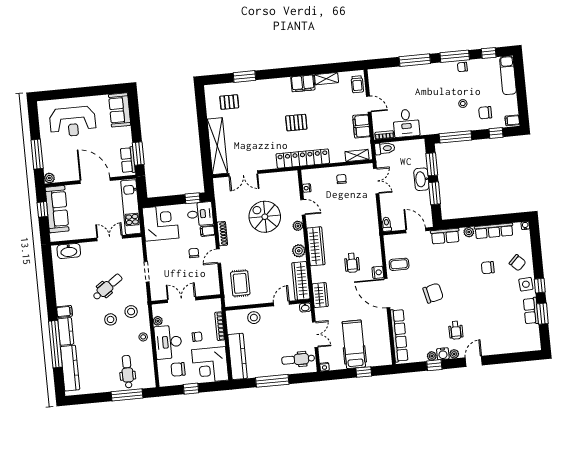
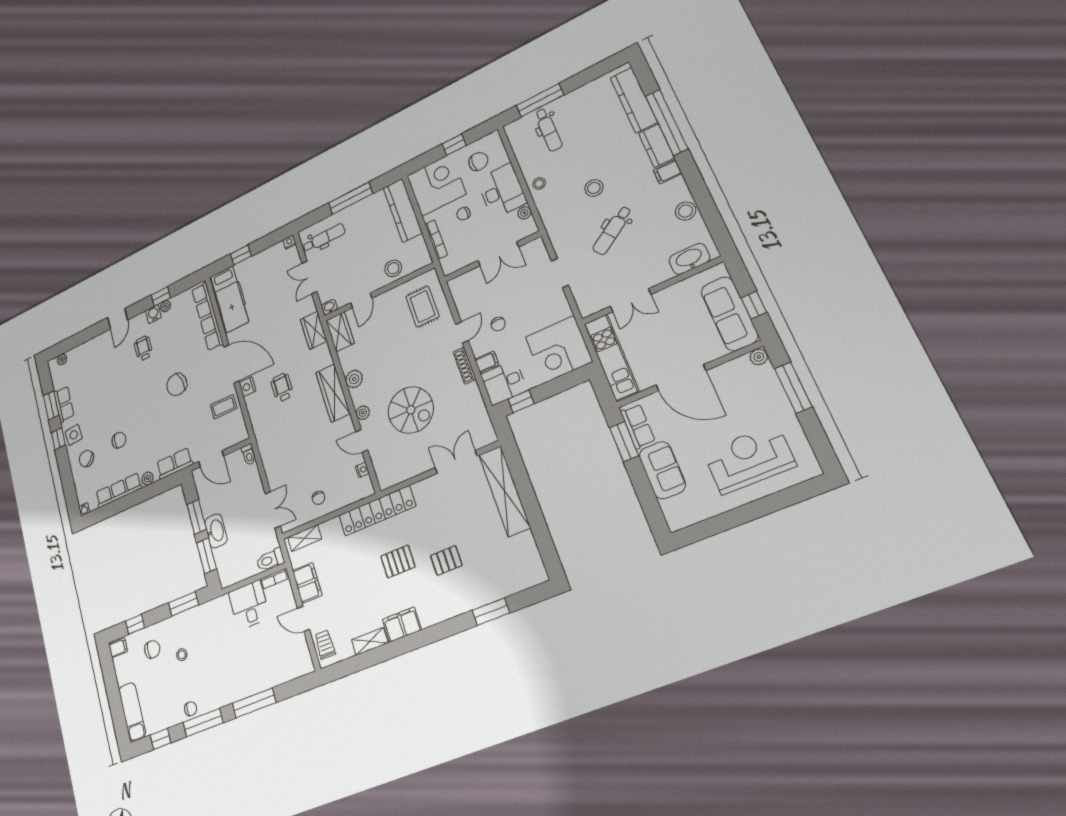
pallet: (229, 102) -> (446, 560), moved
sofa: (120, 110) -> (662, 470), moved
window: (455, 137) -> (184, 604), width x0.69
double door: (376, 181) -> (273, 510), swing flipped
wardrobe: (301, 281) -> (340, 332), width x0.67
stool: (131, 312) -> (686, 211), moved
hospital bed: (354, 344) -> (230, 299), moved
plant: (454, 354) -> (62, 359), moved

